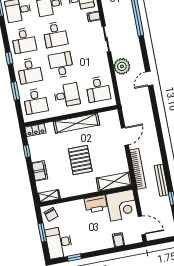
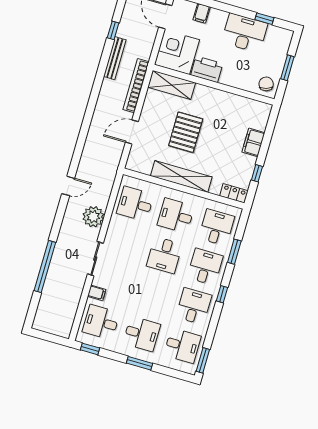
desk: (55, 34) -> (153, 294), removed
desk: (98, 89) -> (135, 204), turned -90
pallet: (80, 160) -> (186, 132), moved
shelving: (49, 196) -> (258, 107), removed
desk: (59, 242) -> (245, 33), moved, turned -90

